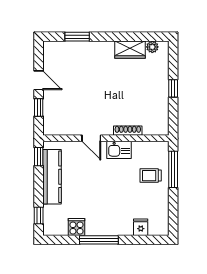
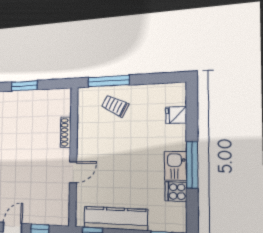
window: (173, 88) -> (24, 86), width x1.50
kitchen sink: (119, 150) -> (175, 166), moved, turned 180
trolley: (151, 176) -> (115, 106), turned 117

